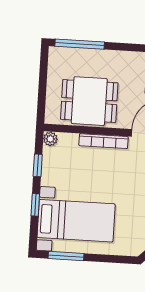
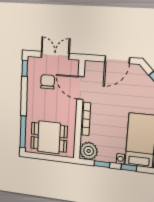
dining table: (89, 101) -> (49, 137), moved, turned 90
plant: (50, 139) -> (89, 151), width x1.88, depth x1.88

